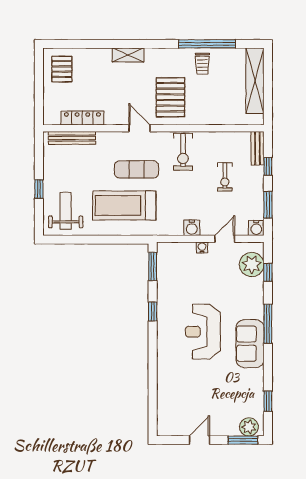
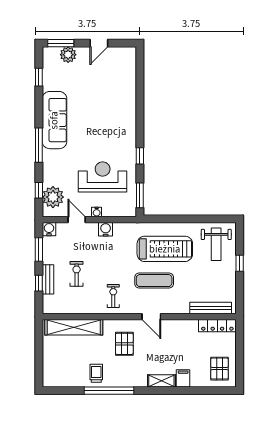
window: (207, 44) -> (109, 391), moved
filing cabinet: (103, 58) -> (183, 378), added
shelving: (255, 81) -> (74, 327), moved, turned 90
pallet: (170, 97) -> (124, 344), width x0.67, depth x0.71
locker: (82, 118) -> (217, 326), moved
bench: (257, 148) -> (48, 279), moved
exercise bike: (183, 152) -> (113, 296), width x0.73, depth x0.72
door: (225, 239) -> (77, 220), swing flipped
reception desk: (203, 332) -> (103, 177), moved, turned -90
sofa: (250, 344) -> (54, 120), width x1.36
plant: (249, 427) -> (68, 55), moved

